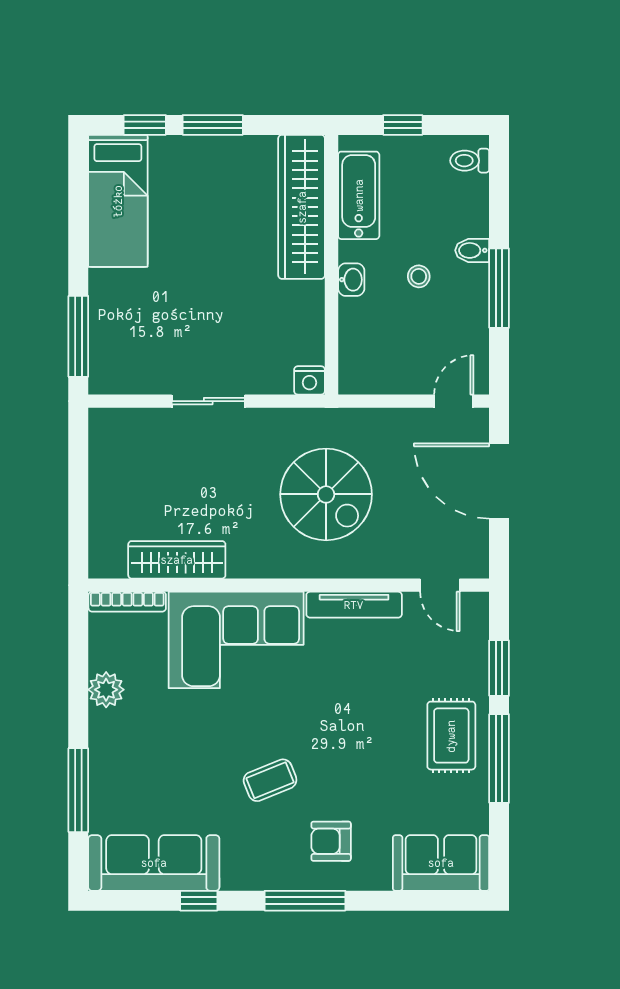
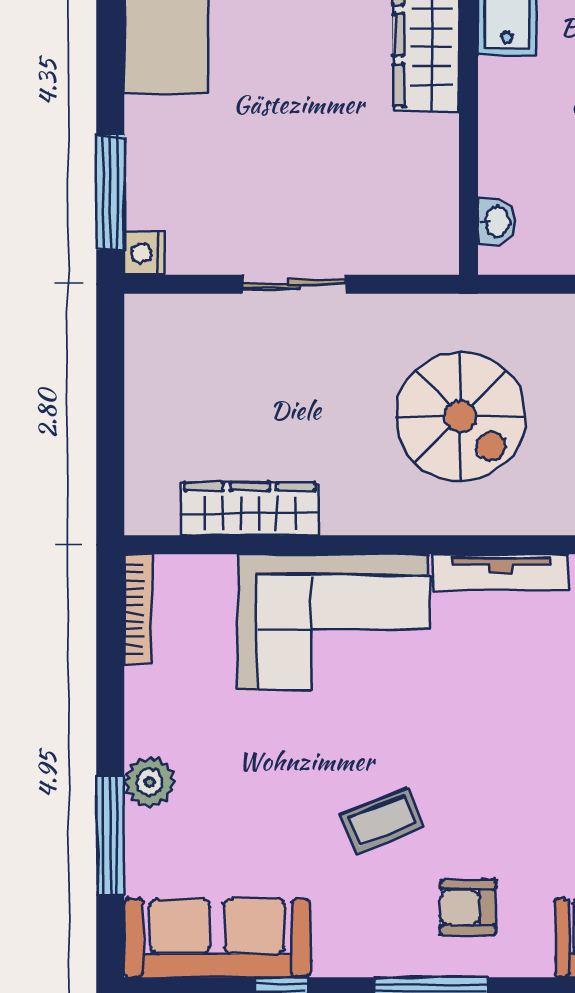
washbasin: (351, 280) -> (497, 221), moved
nightstand: (309, 380) -> (144, 253), moved, turned 90
bookcase: (127, 602) -> (138, 609), moved, turned -90
plant: (106, 690) -> (150, 782), moved

